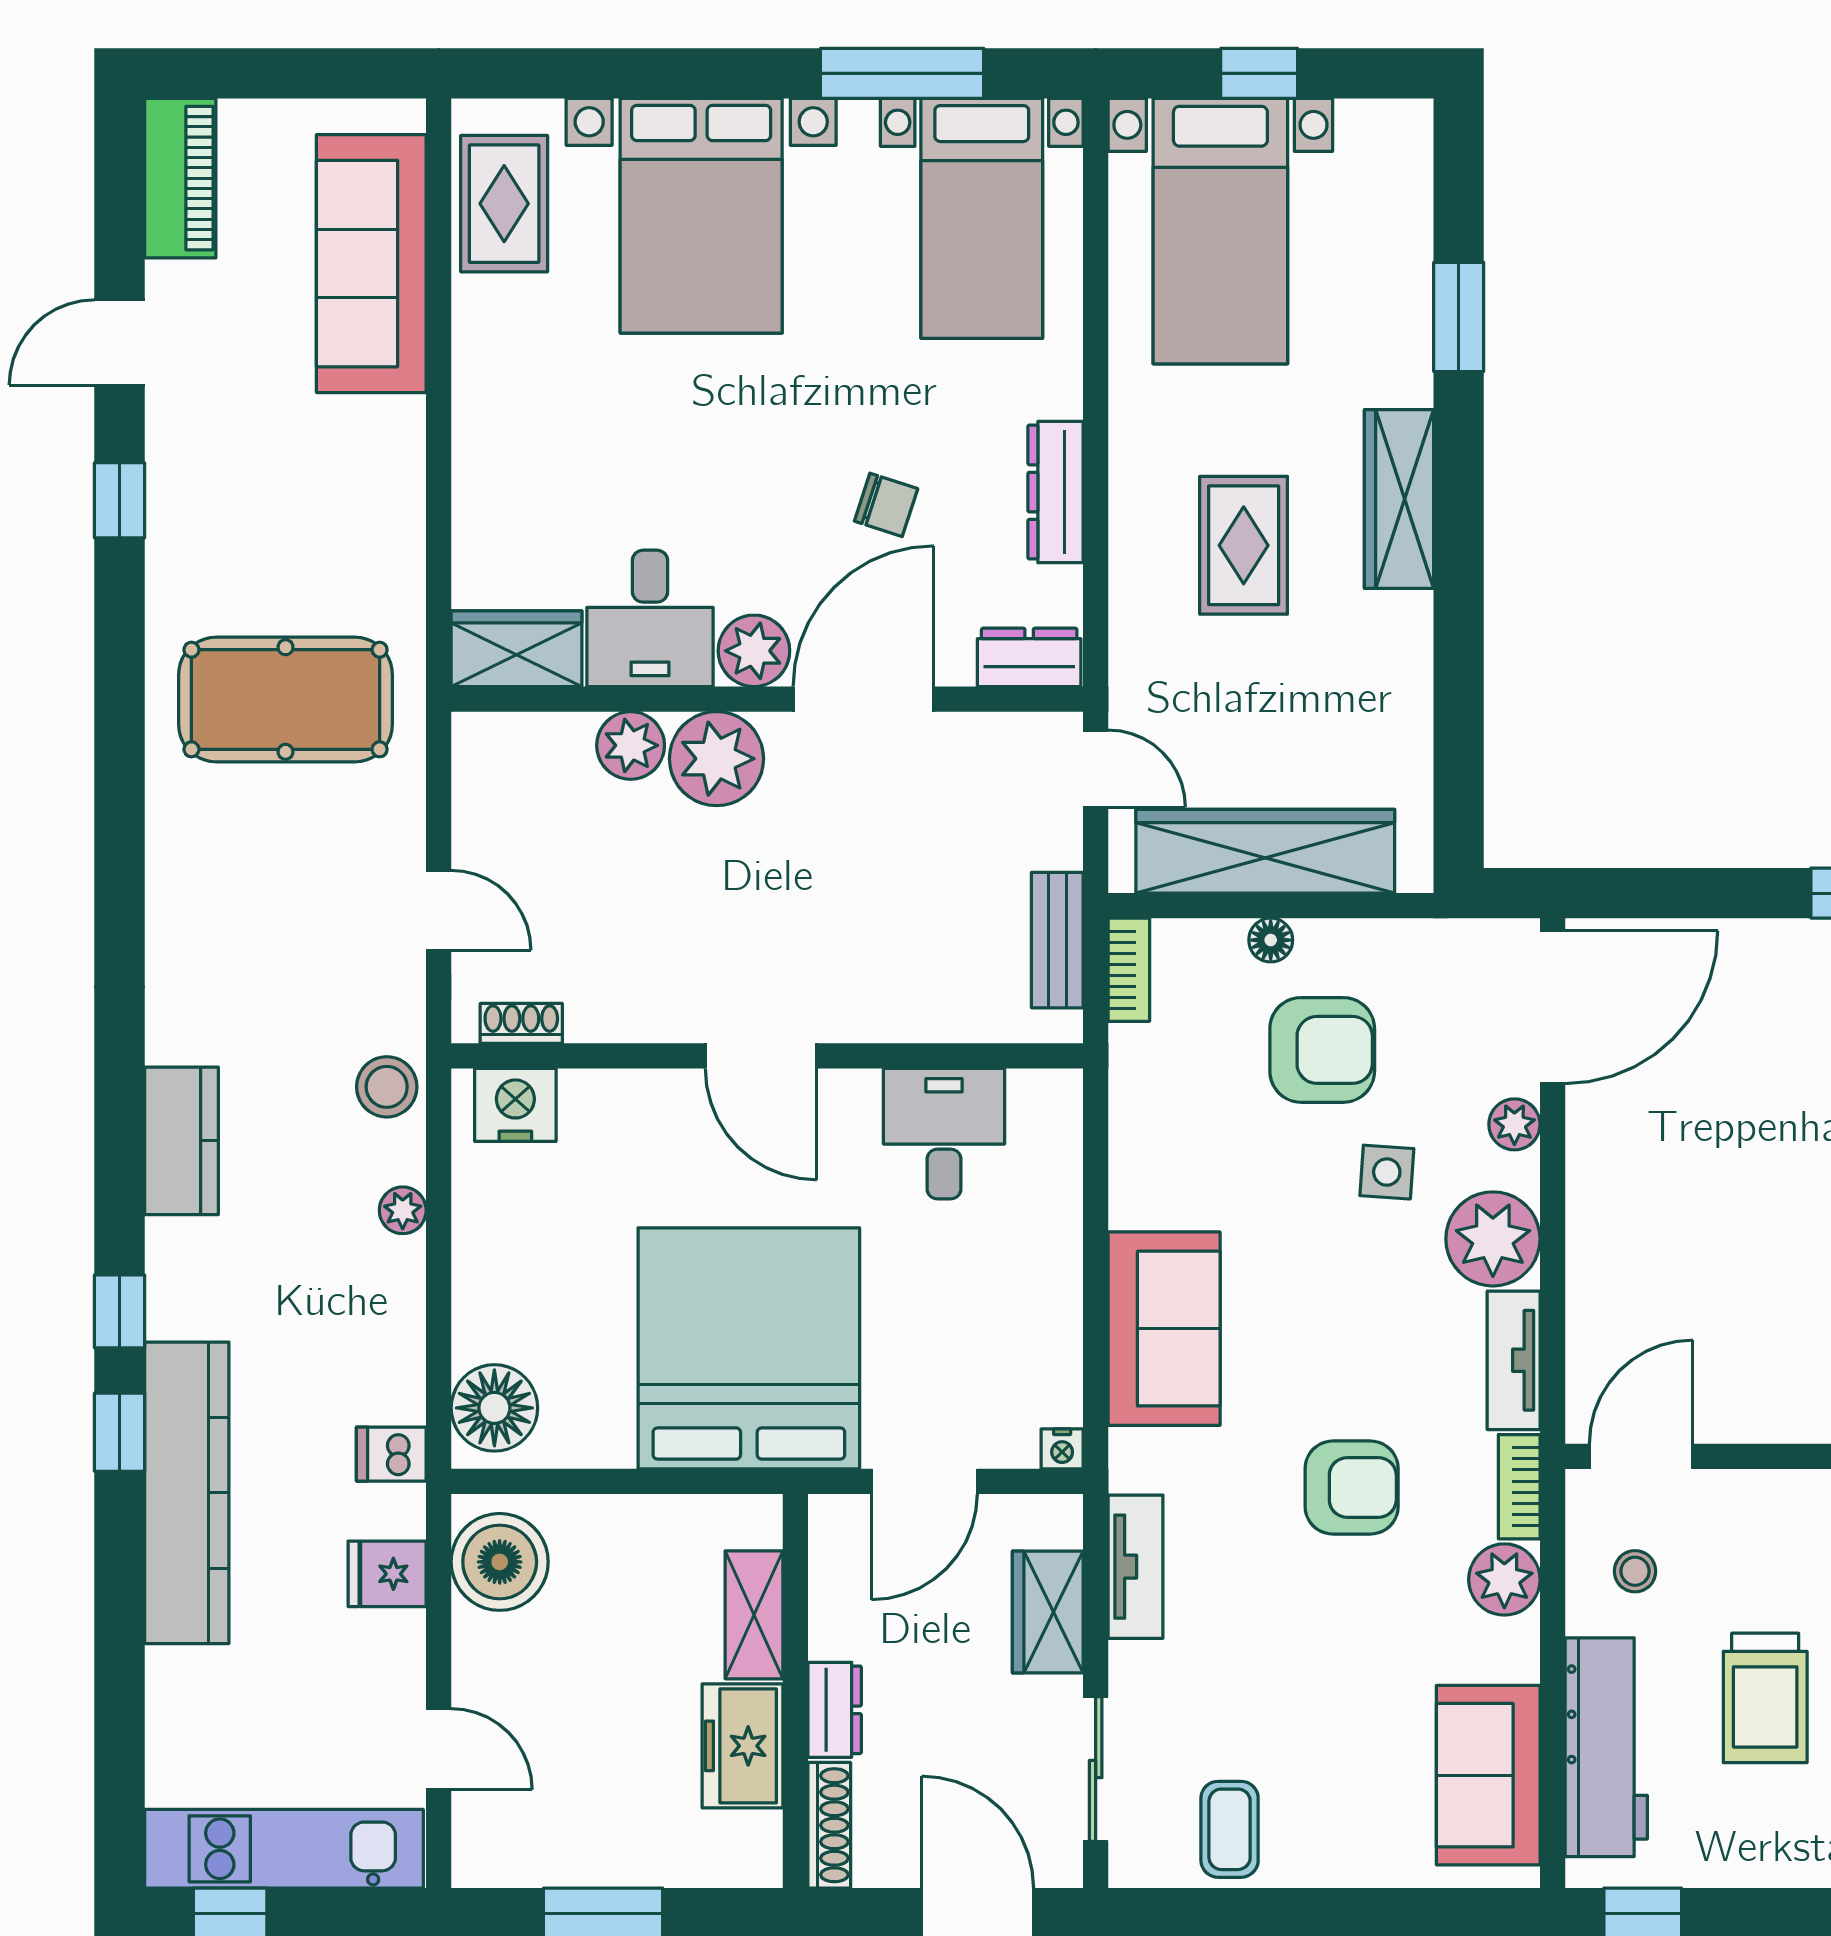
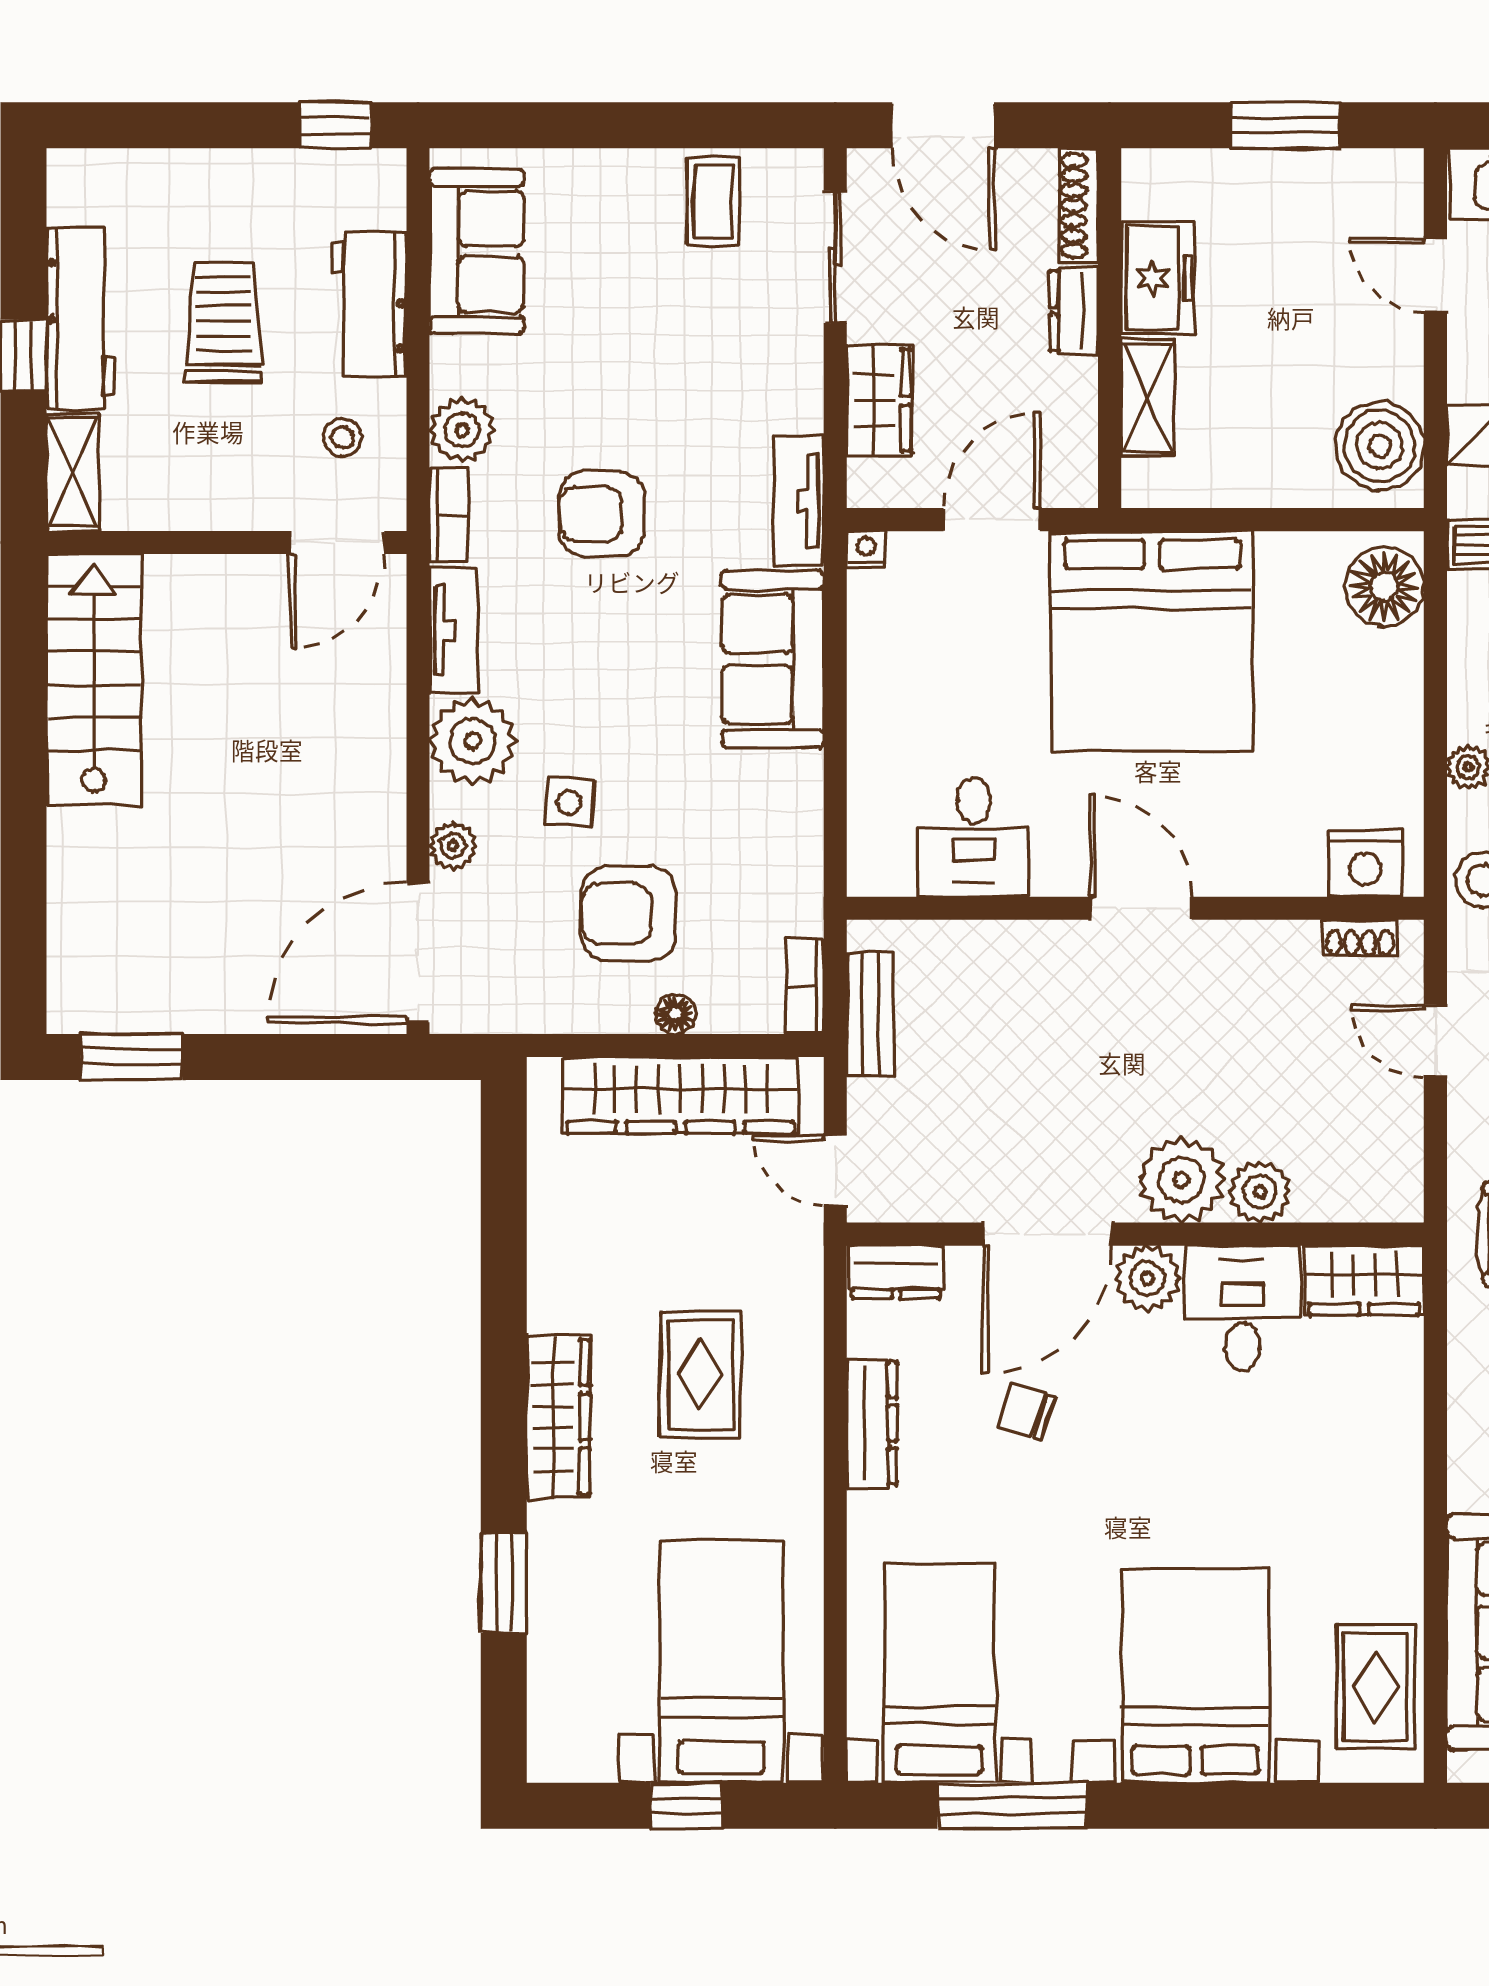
tv unit: (1136, 1567) -> (799, 501), moved
workbench: (1606, 1747) -> (369, 304), width x0.73

